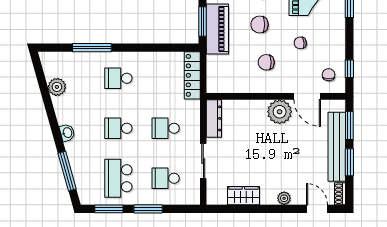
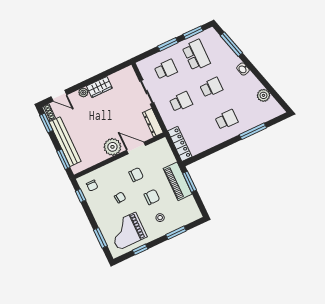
door: (307, 96) -> (136, 148), moved
window: (349, 162) -> (46, 123), moved
wardrobe: (243, 196) -> (99, 87), moved

